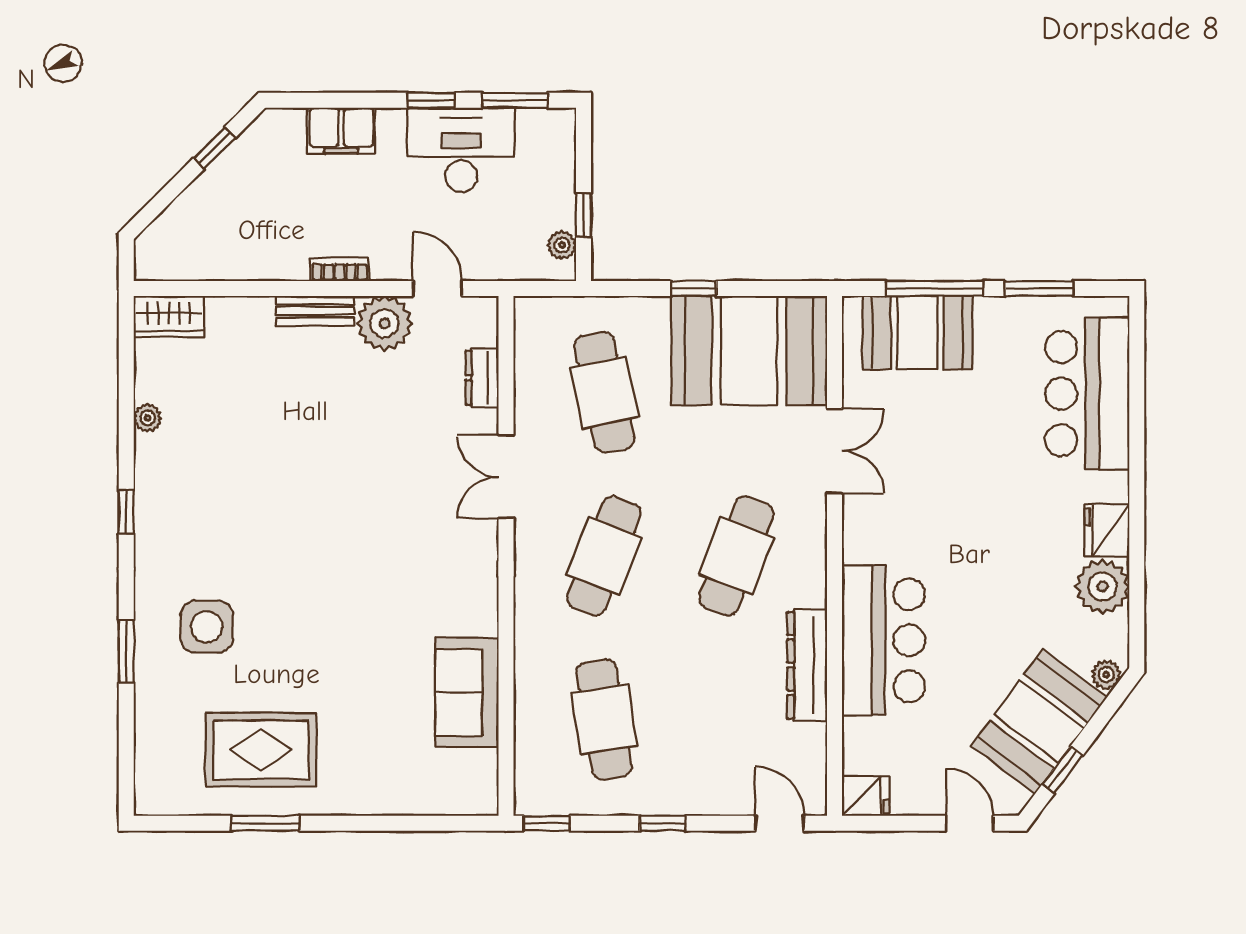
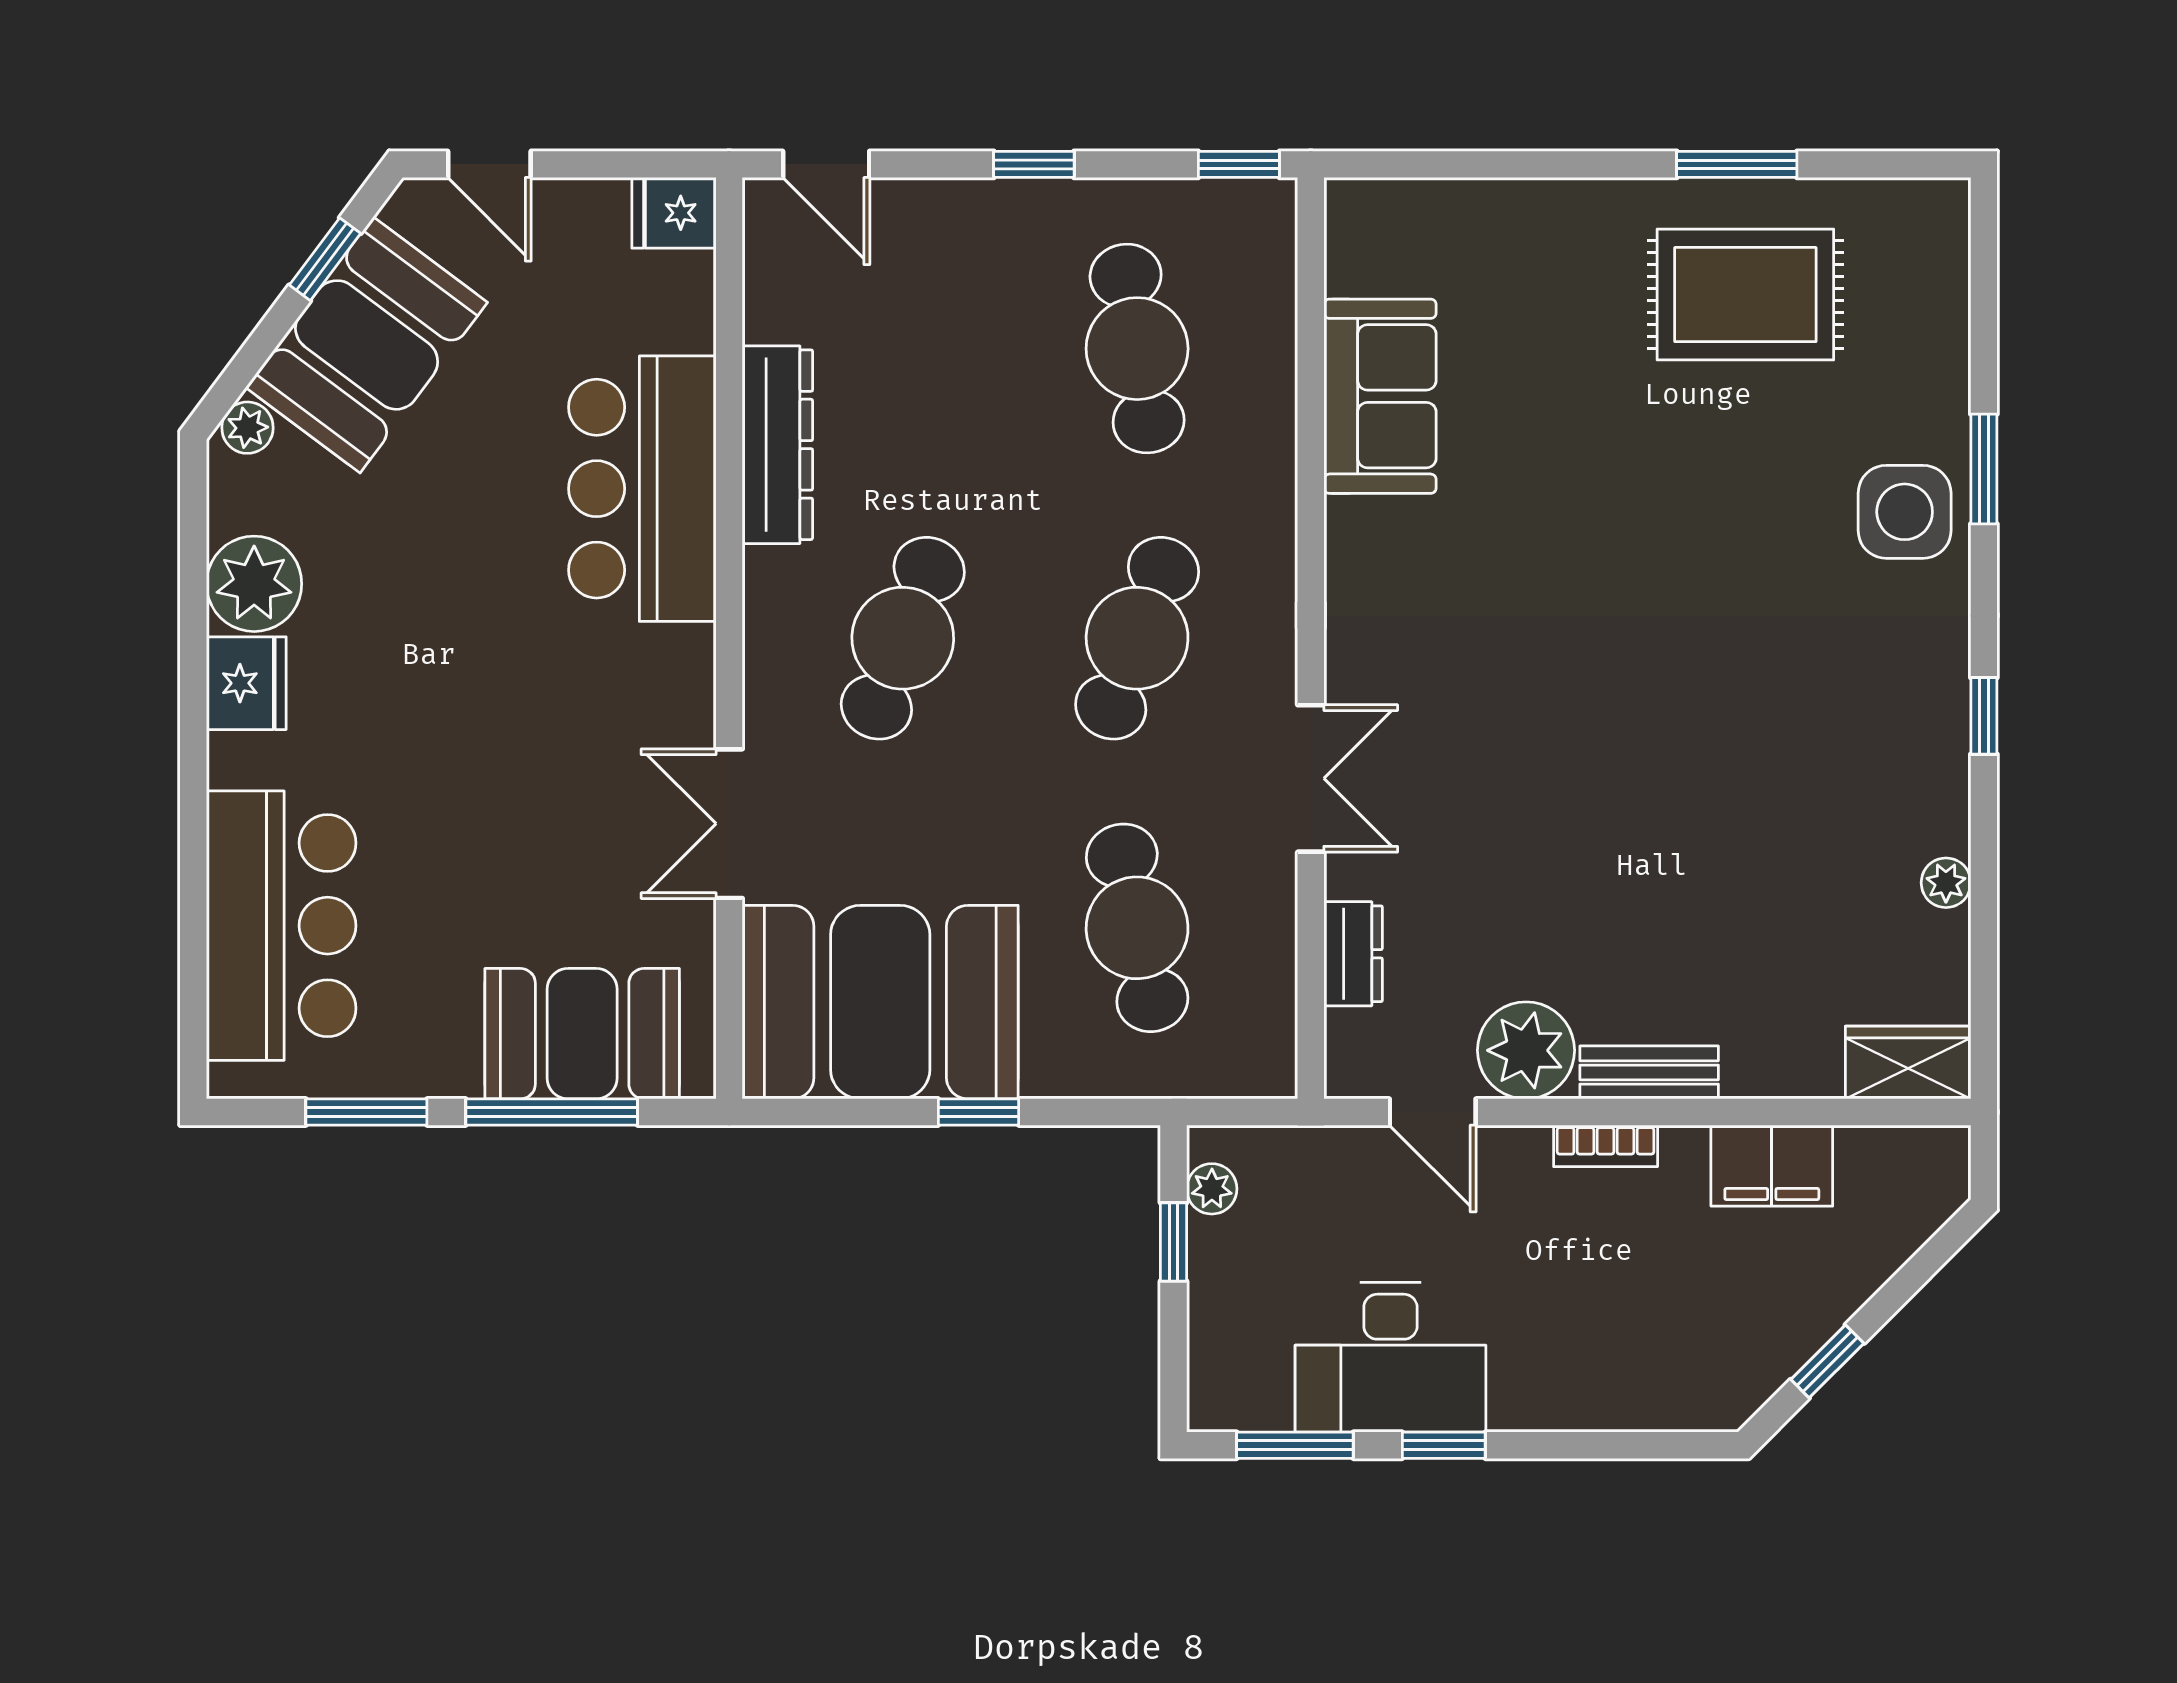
filing cabinet: (341, 131) -> (1772, 1166), moved, turned 180
side table: (207, 627) -> (1905, 512), moved

